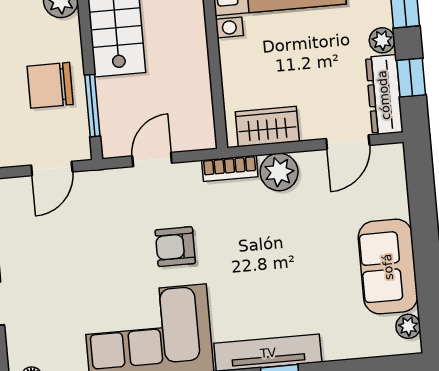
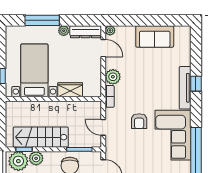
window: (411, 78) -> (80, 20), removed
wardrobe: (267, 127) -> (70, 90), moved, turned 90
plant: (408, 326) -> (110, 30), moved

